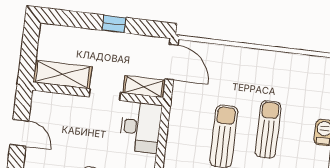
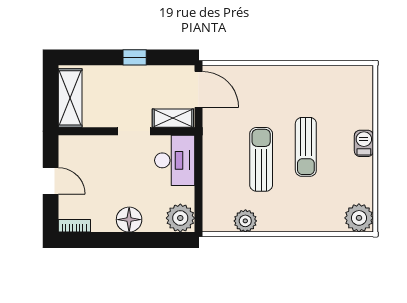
shelving: (62, 74) -> (70, 98), moved, turned 90
sun lounger: (268, 129) -> (306, 147), turned 180

